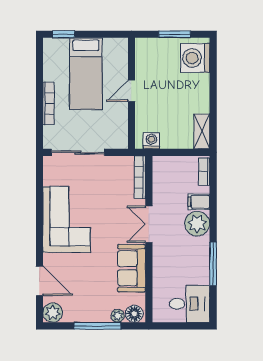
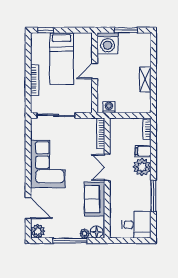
washing machine: (195, 58) -> (108, 43), moved, turned -90
shelving: (202, 131) -> (145, 79), moved

